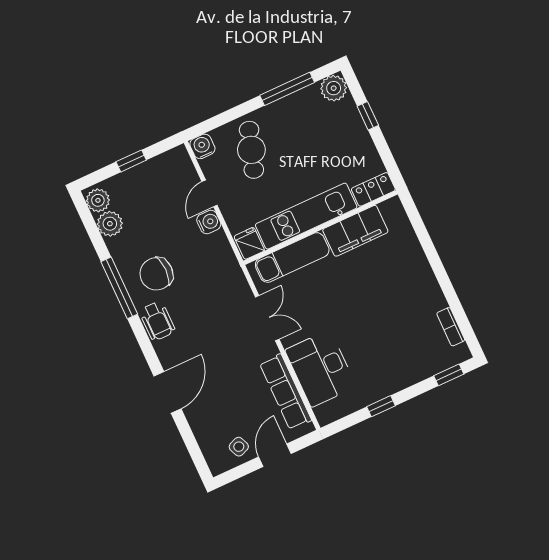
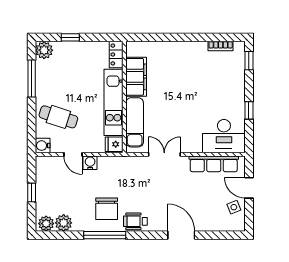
wheelchair: (157, 321) -> (135, 221), turned 180
desk: (321, 368) -> (224, 136), moved

